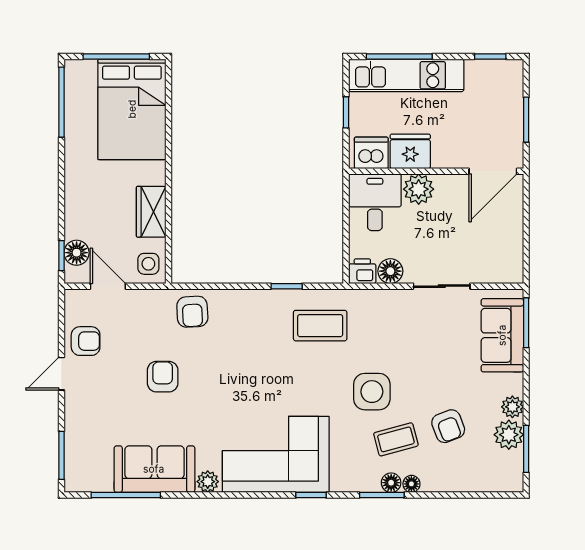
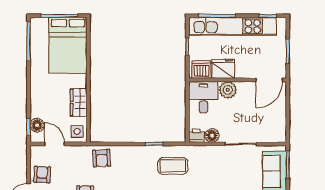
kitchen unit: (406, 75) -> (233, 26), width x1.36
armchair: (86, 341) -> (42, 175), turned -86

